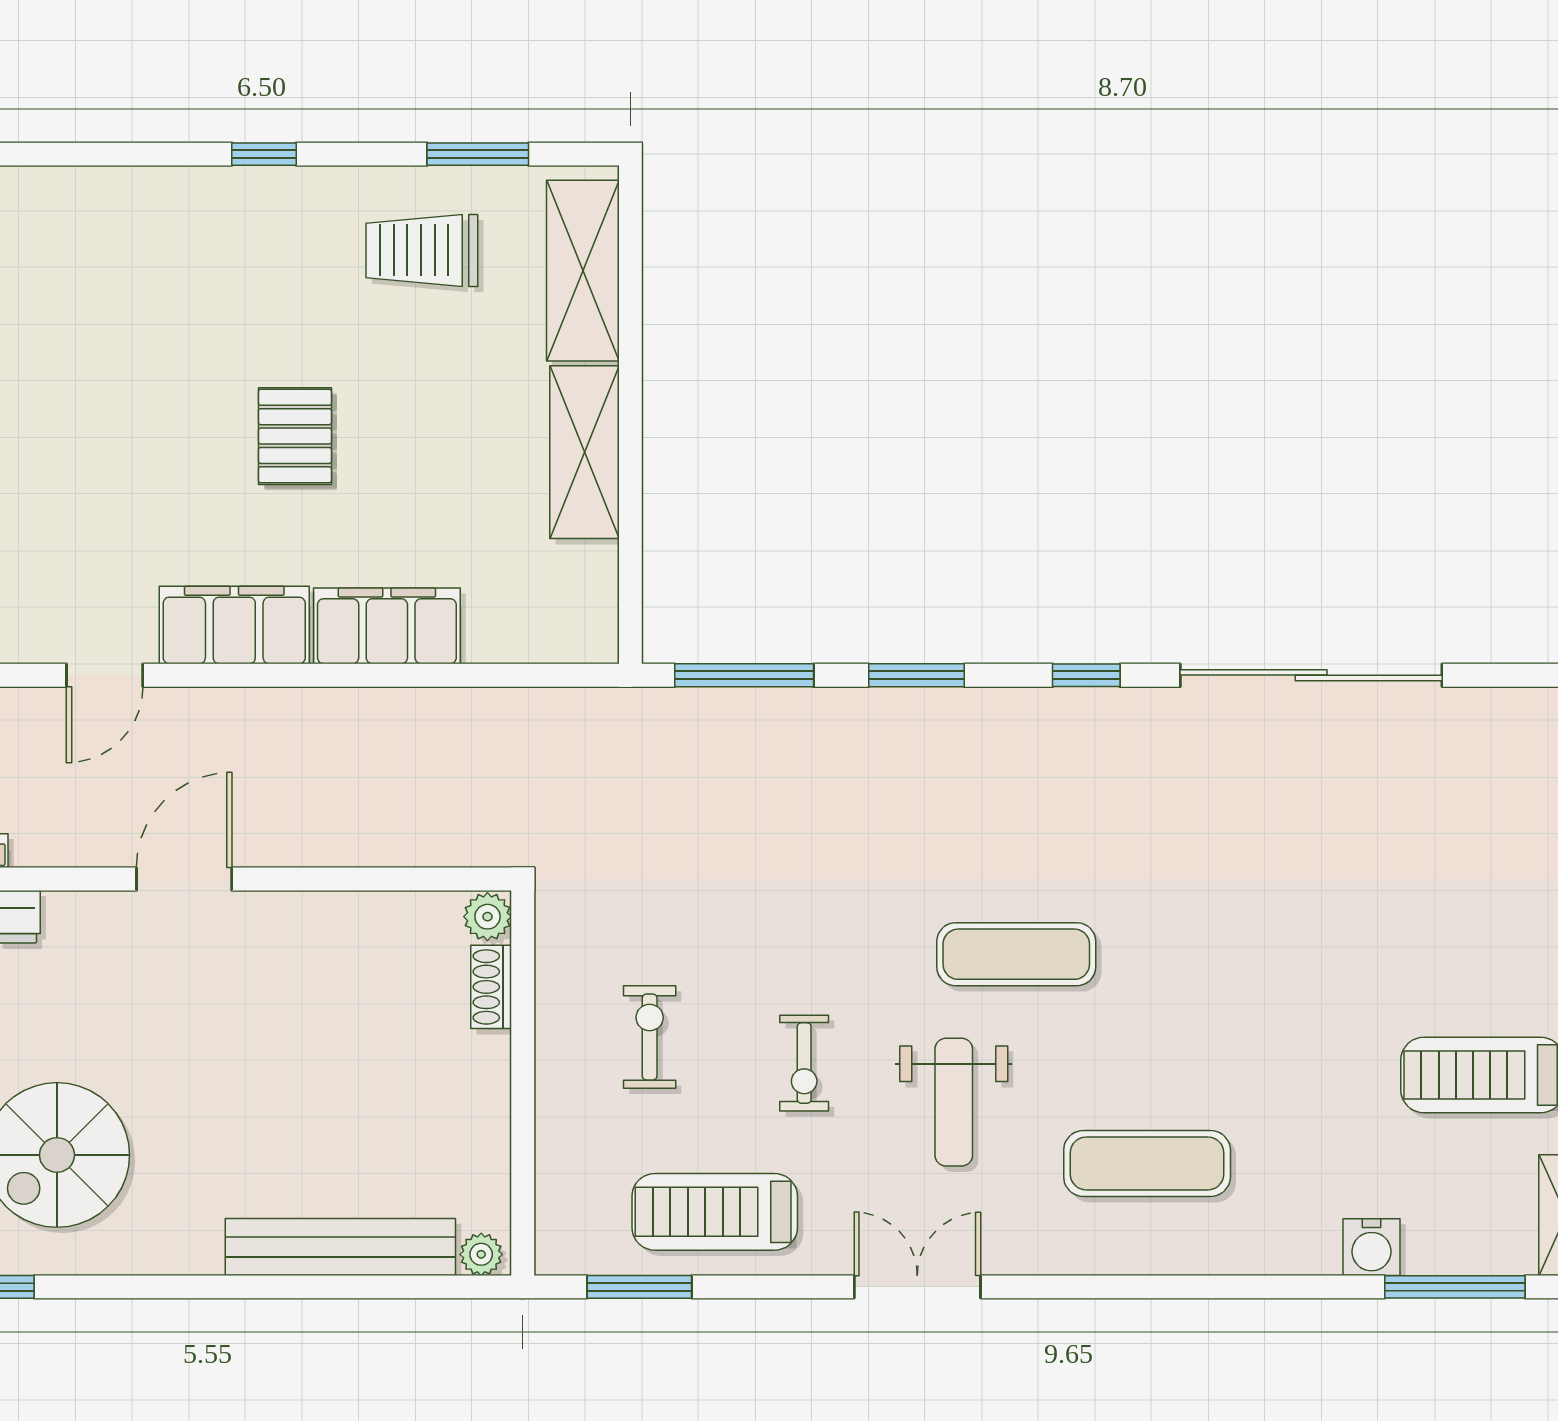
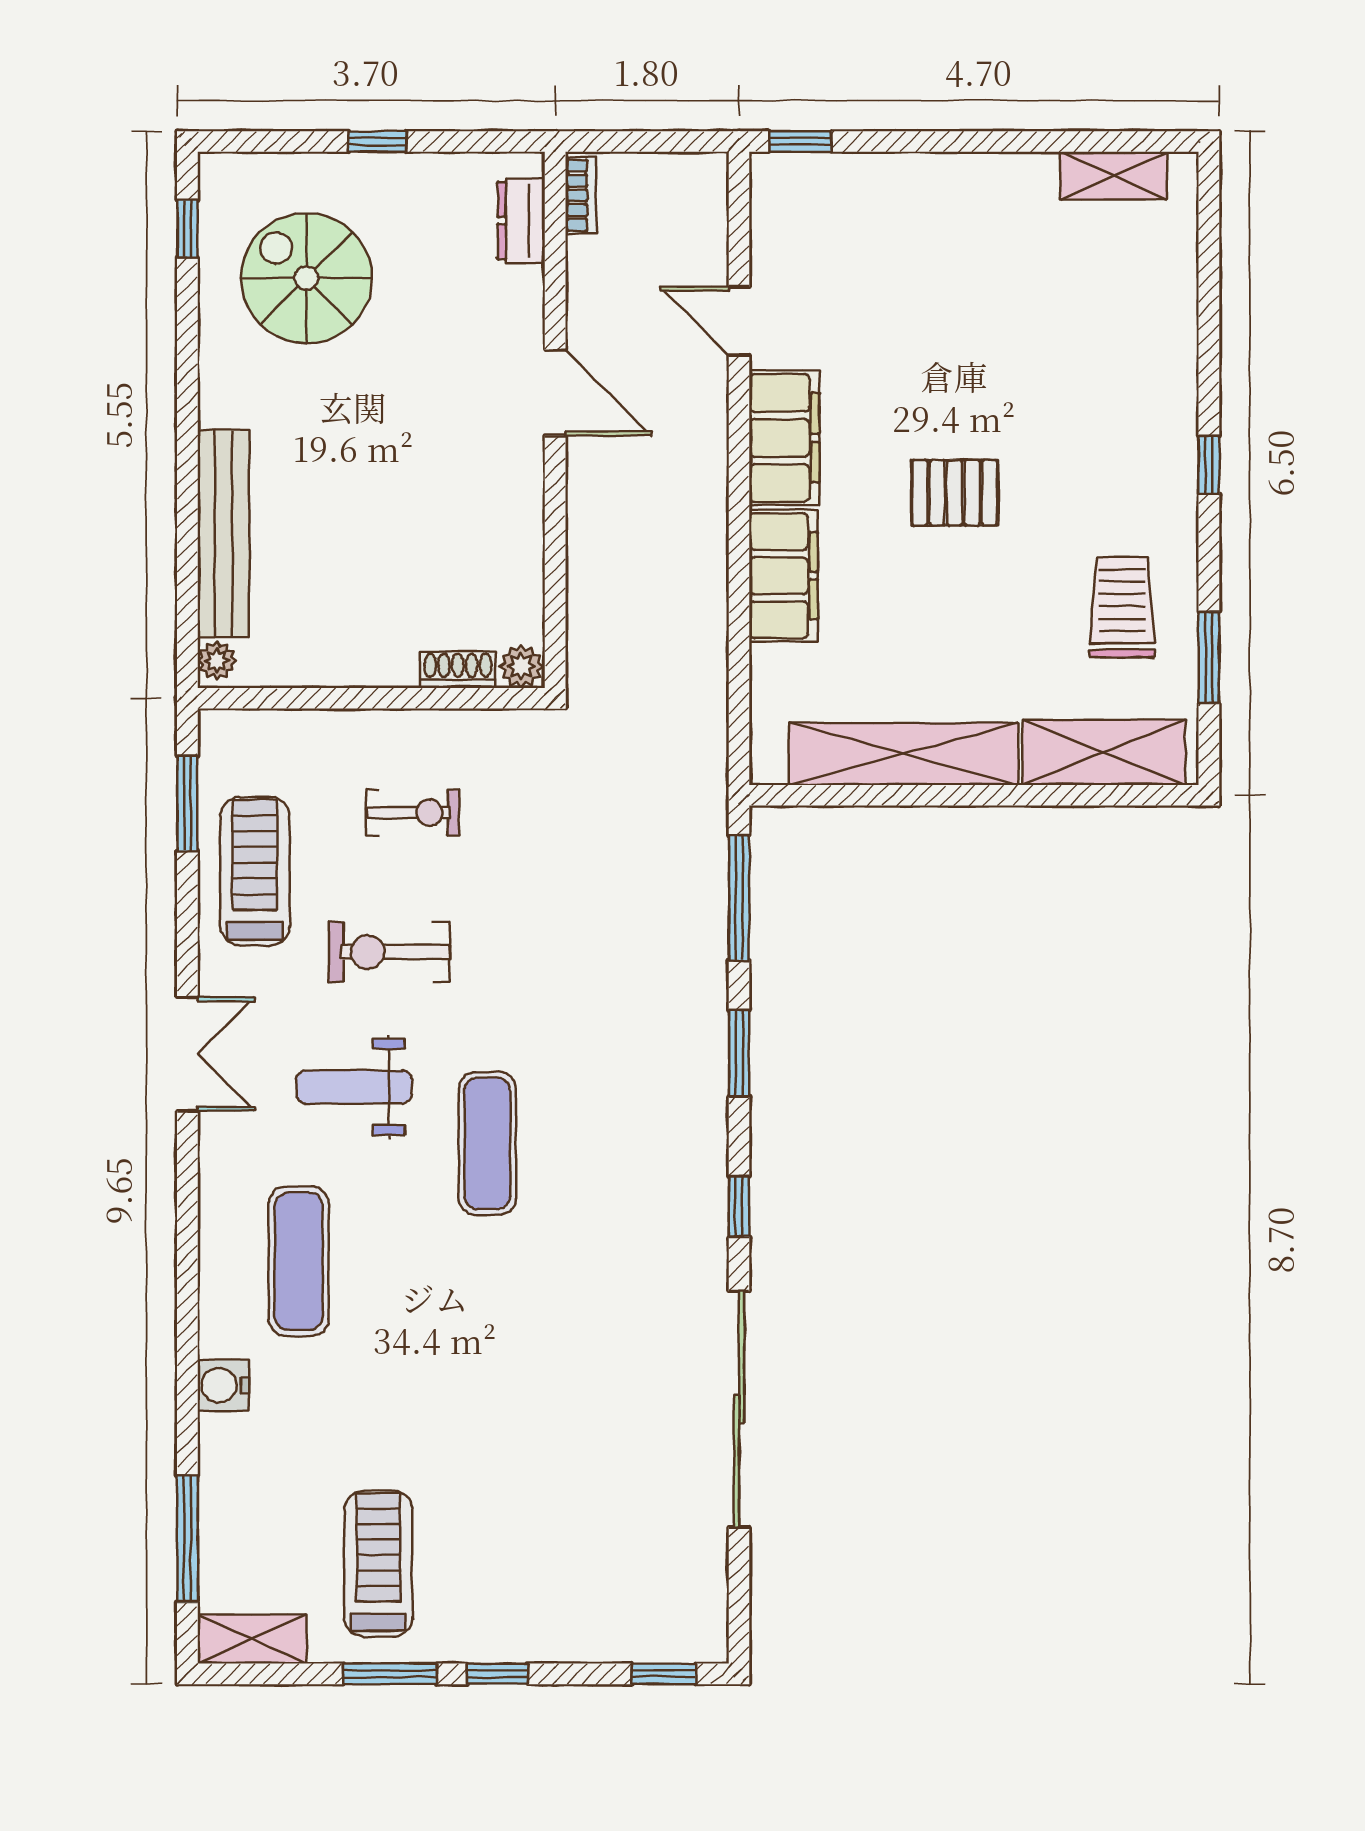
shelving: (584, 452) -> (904, 754), width x1.47
exercise bike: (804, 1063) -> (389, 952), width x1.38, depth x1.39
water cooler: (1371, 1247) -> (223, 1385), moved

